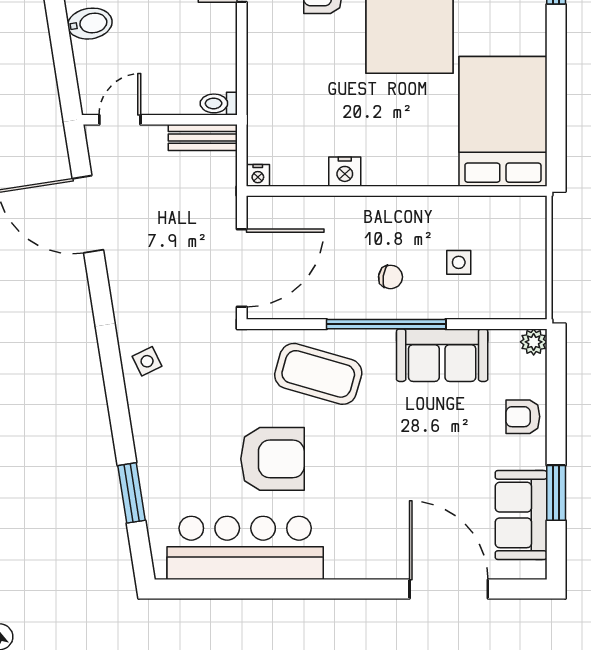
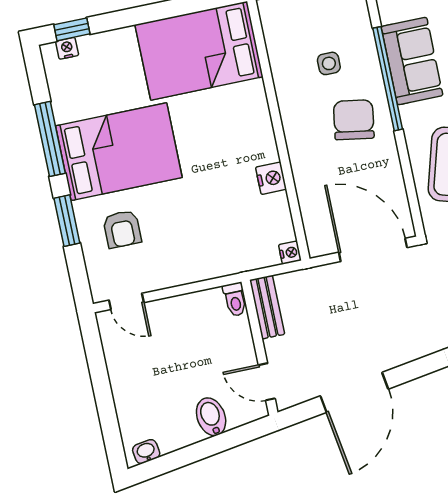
bidet: (90, 24) -> (211, 417), moved
chair: (391, 277) -> (354, 120), width x1.87, depth x1.87
window: (386, 324) -> (388, 79), moved

